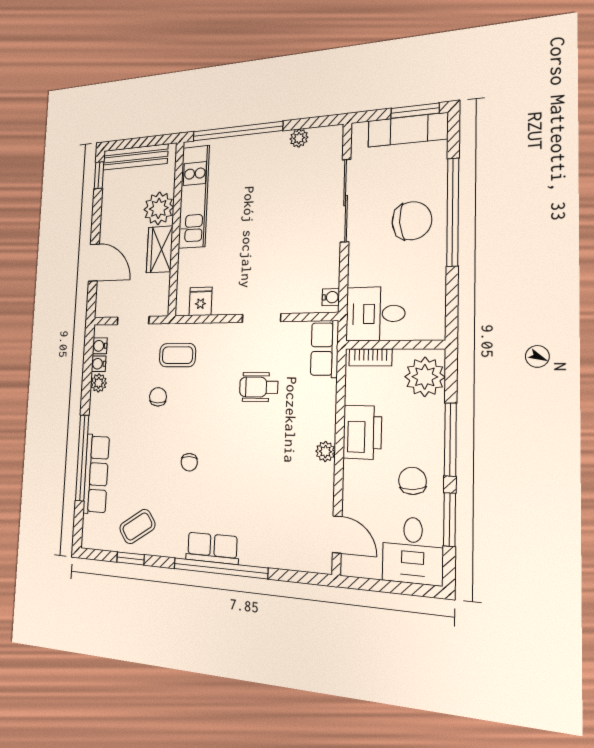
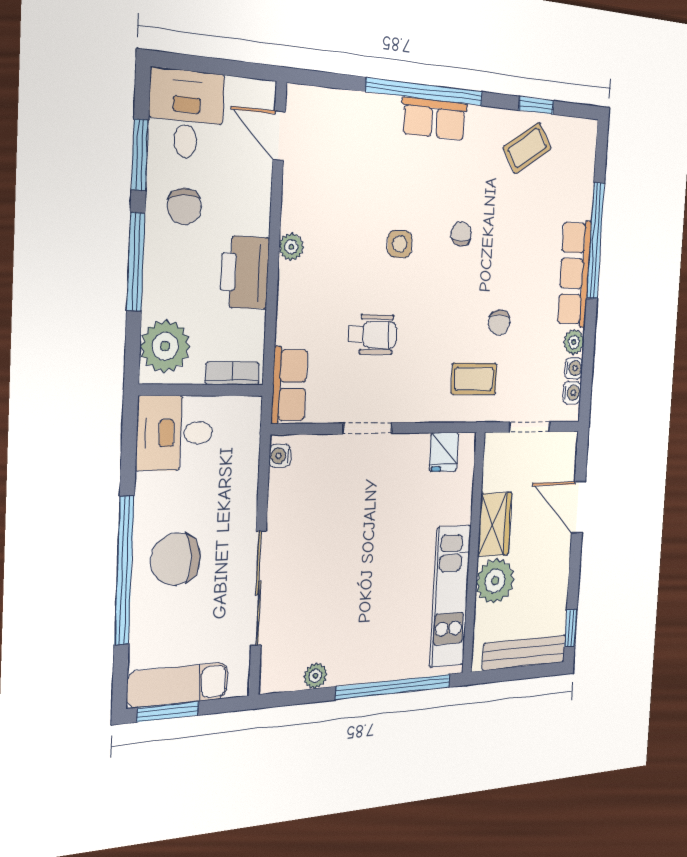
desk: (375, 314) -> (175, 433), moved, turned 180
side table: (238, 454) -> (400, 244), added
row of seats: (96, 474) -> (575, 274), moved

